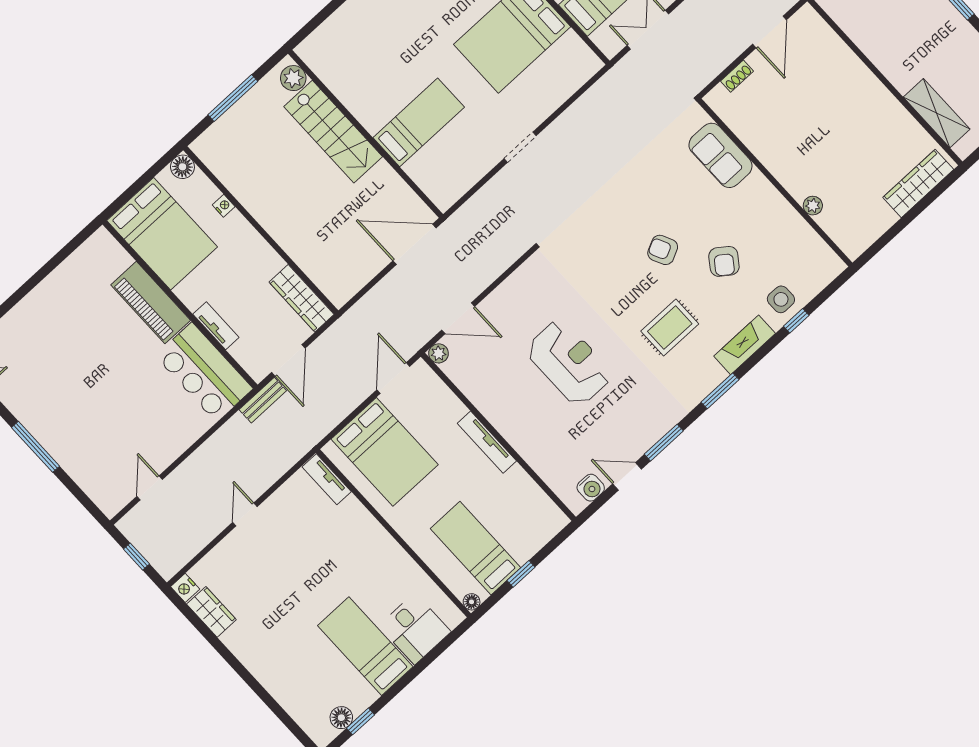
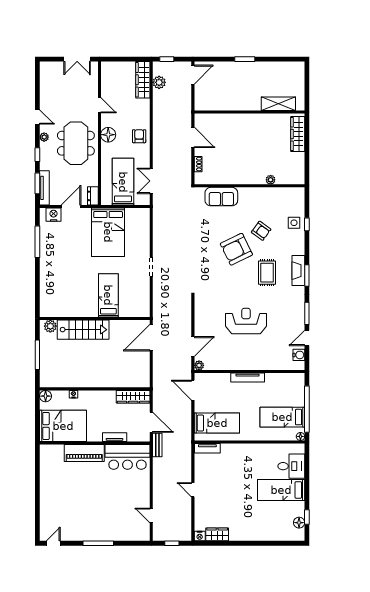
armchair: (663, 250) -> (236, 249), width x1.88, depth x1.88
fireplace: (745, 345) -> (298, 271), moved
bed: (385, 452) -> (217, 423), width x0.67
window: (521, 574) -> (307, 409), width x3.17

